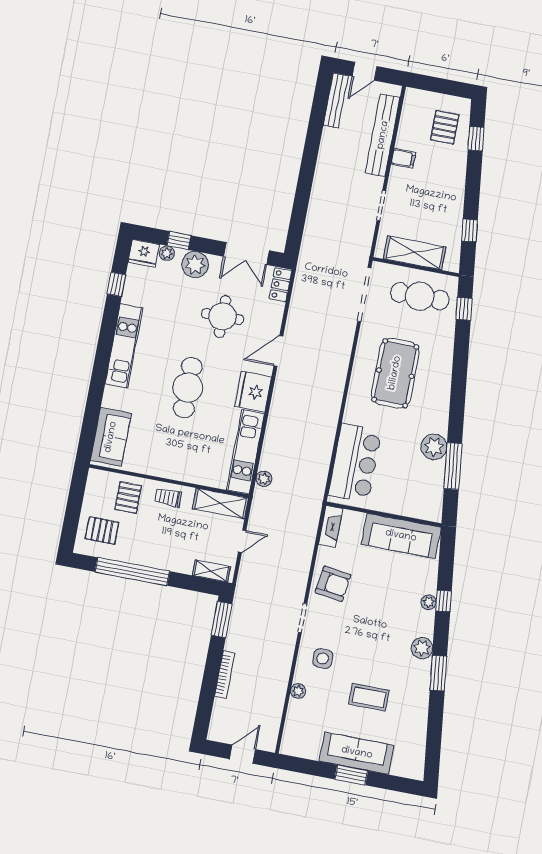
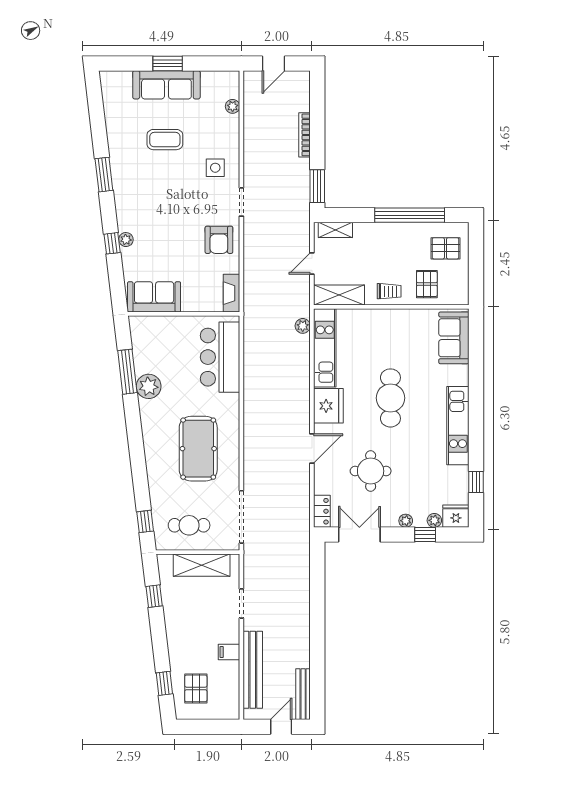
plant: (195, 265) -> (406, 521), width x0.53, depth x0.53
cafe table: (420, 296) -> (189, 525), width x0.73, depth x0.74
sofa: (401, 536) -> (154, 297), width x0.73
armchair: (333, 584) -> (219, 240), turned -98
plant: (422, 648) -> (124, 195), removed
plant: (298, 691) -> (233, 106), moved

